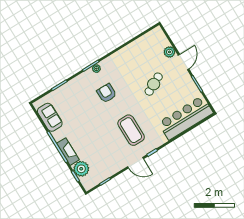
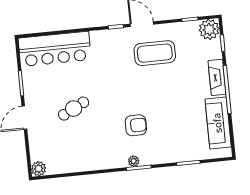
plant: (169, 52) -> (39, 169), moved
armchair: (107, 93) -> (136, 125), turned -90
sofa: (50, 117) -> (218, 123), width x1.36
coffee table: (131, 130) -> (155, 53), moved, turned 90
plant: (81, 169) -> (209, 29), moved

